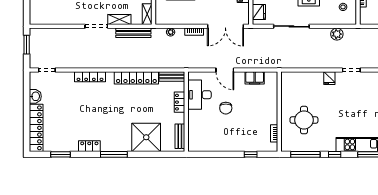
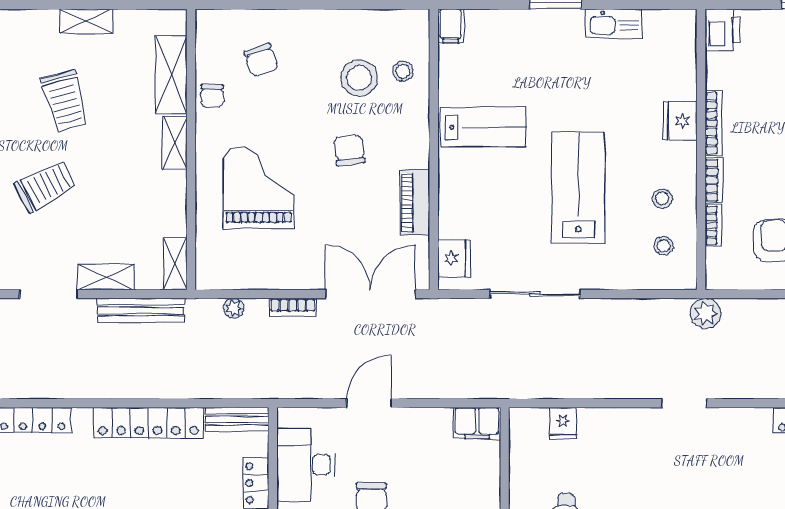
double door: (225, 26) -> (371, 294), swing flipped
plant: (337, 34) -> (705, 313), moved
door: (225, 70) -> (369, 403), swing flipped
filing cabinet: (255, 78) -> (477, 423), moved
fridge: (329, 78) -> (563, 423), moved

